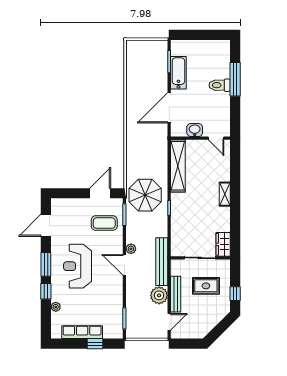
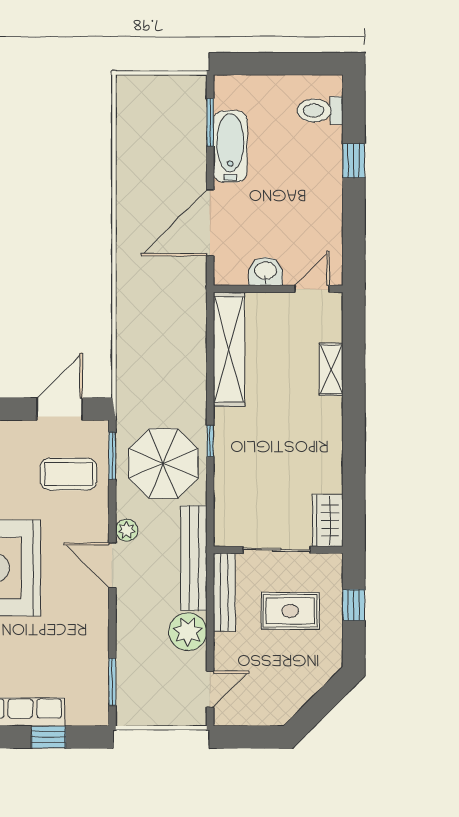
window: (235, 79) -> (354, 161), width x0.46
toilet: (220, 85) -> (320, 111), moved
door: (216, 138) -> (312, 289), swing flipped
shelving: (225, 194) -> (331, 369), moved
parasol: (145, 195) -> (163, 464), moved
bench: (176, 294) -> (224, 592), moved
window: (235, 294) -> (354, 605), moved

